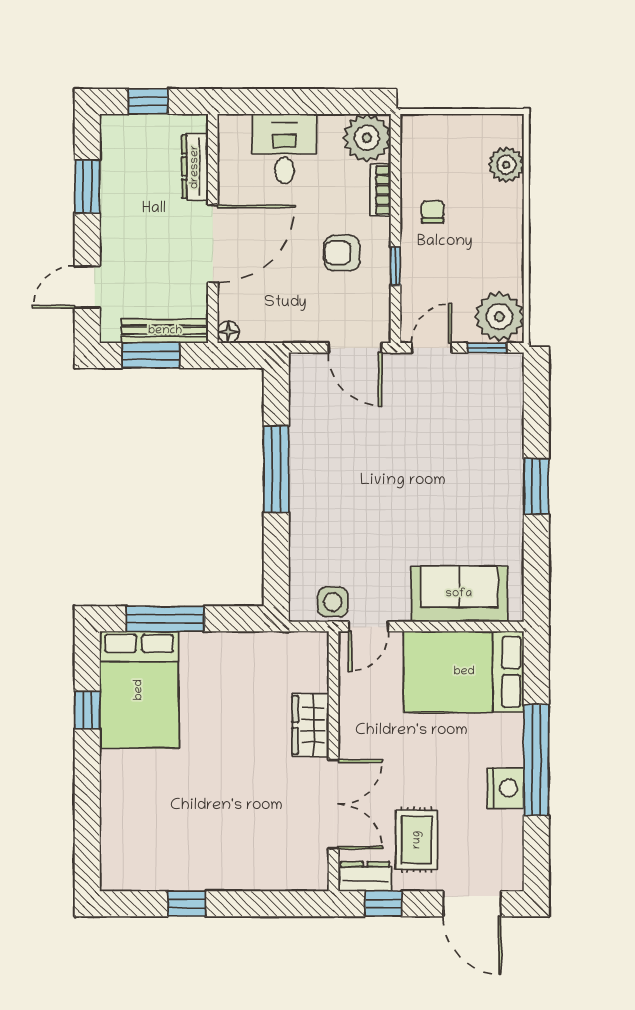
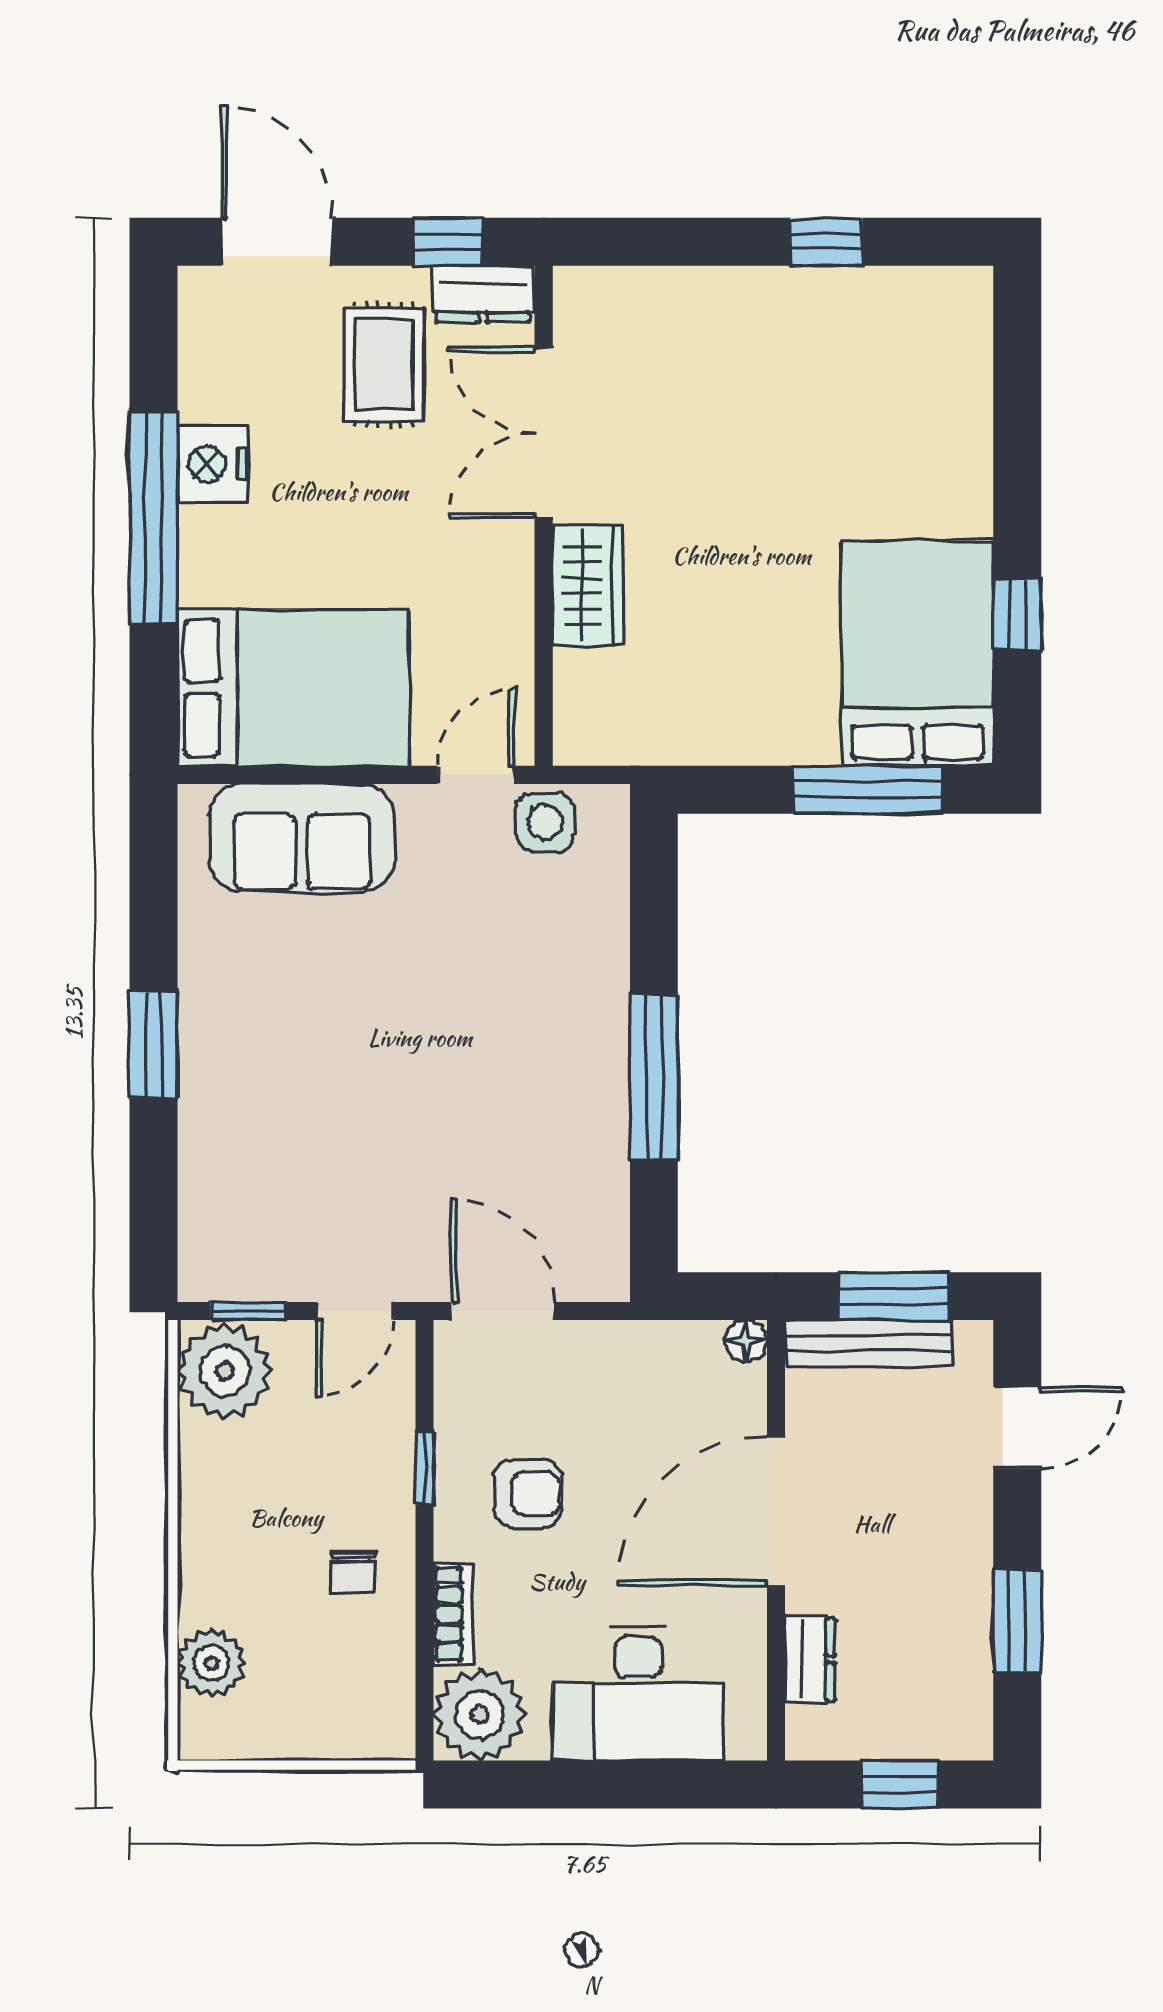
desk: (284, 149) -> (638, 1694), width x1.37
dresser: (195, 167) -> (810, 1659), width x0.70

